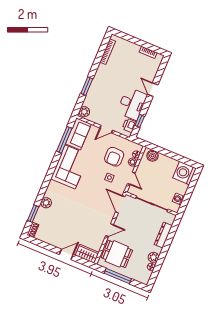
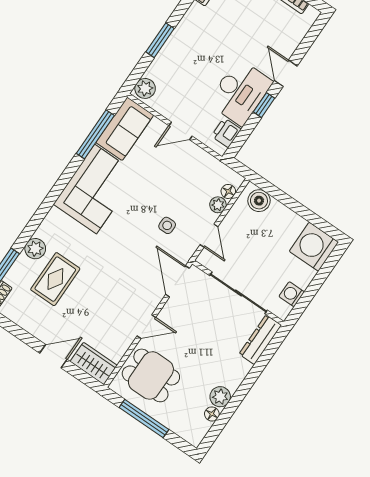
window: (140, 121) -> (264, 105), moved
armchair: (114, 157) -> (185, 187), removed
rug: (59, 216) -> (55, 279), added
dresser: (163, 235) -> (260, 340), moved

